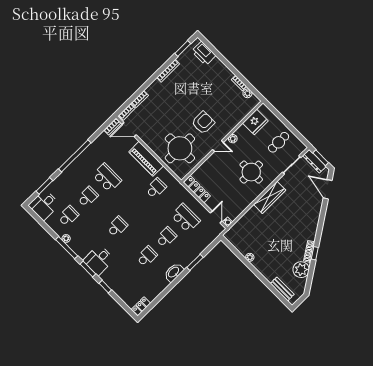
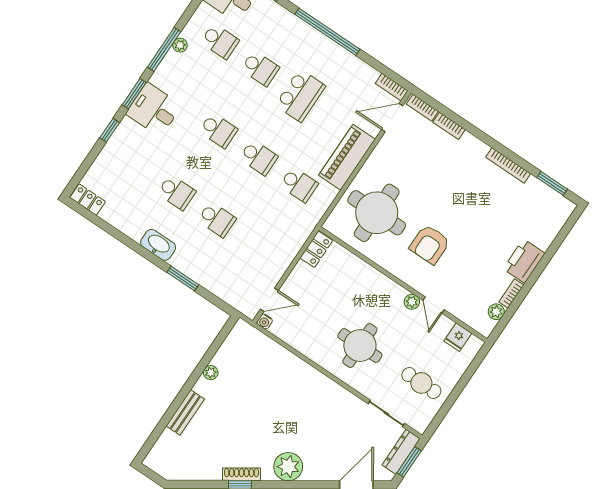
printer: (204, 53) -> (524, 261), moved
fridge: (255, 122) -> (458, 337), width x0.53, depth x0.75
armchair: (203, 123) -> (430, 244), turned 90
door: (129, 130) -> (392, 118), hinge flipped
door: (218, 146) -> (434, 305), moved
locker: (197, 189) -> (316, 249), width x0.66
wardrobe: (270, 197) -> (322, 386), removed
school desk: (185, 218) -> (259, 158), moved, width x0.54
plant: (301, 270) -> (288, 467), moved
bench: (282, 289) -> (185, 412), moved

